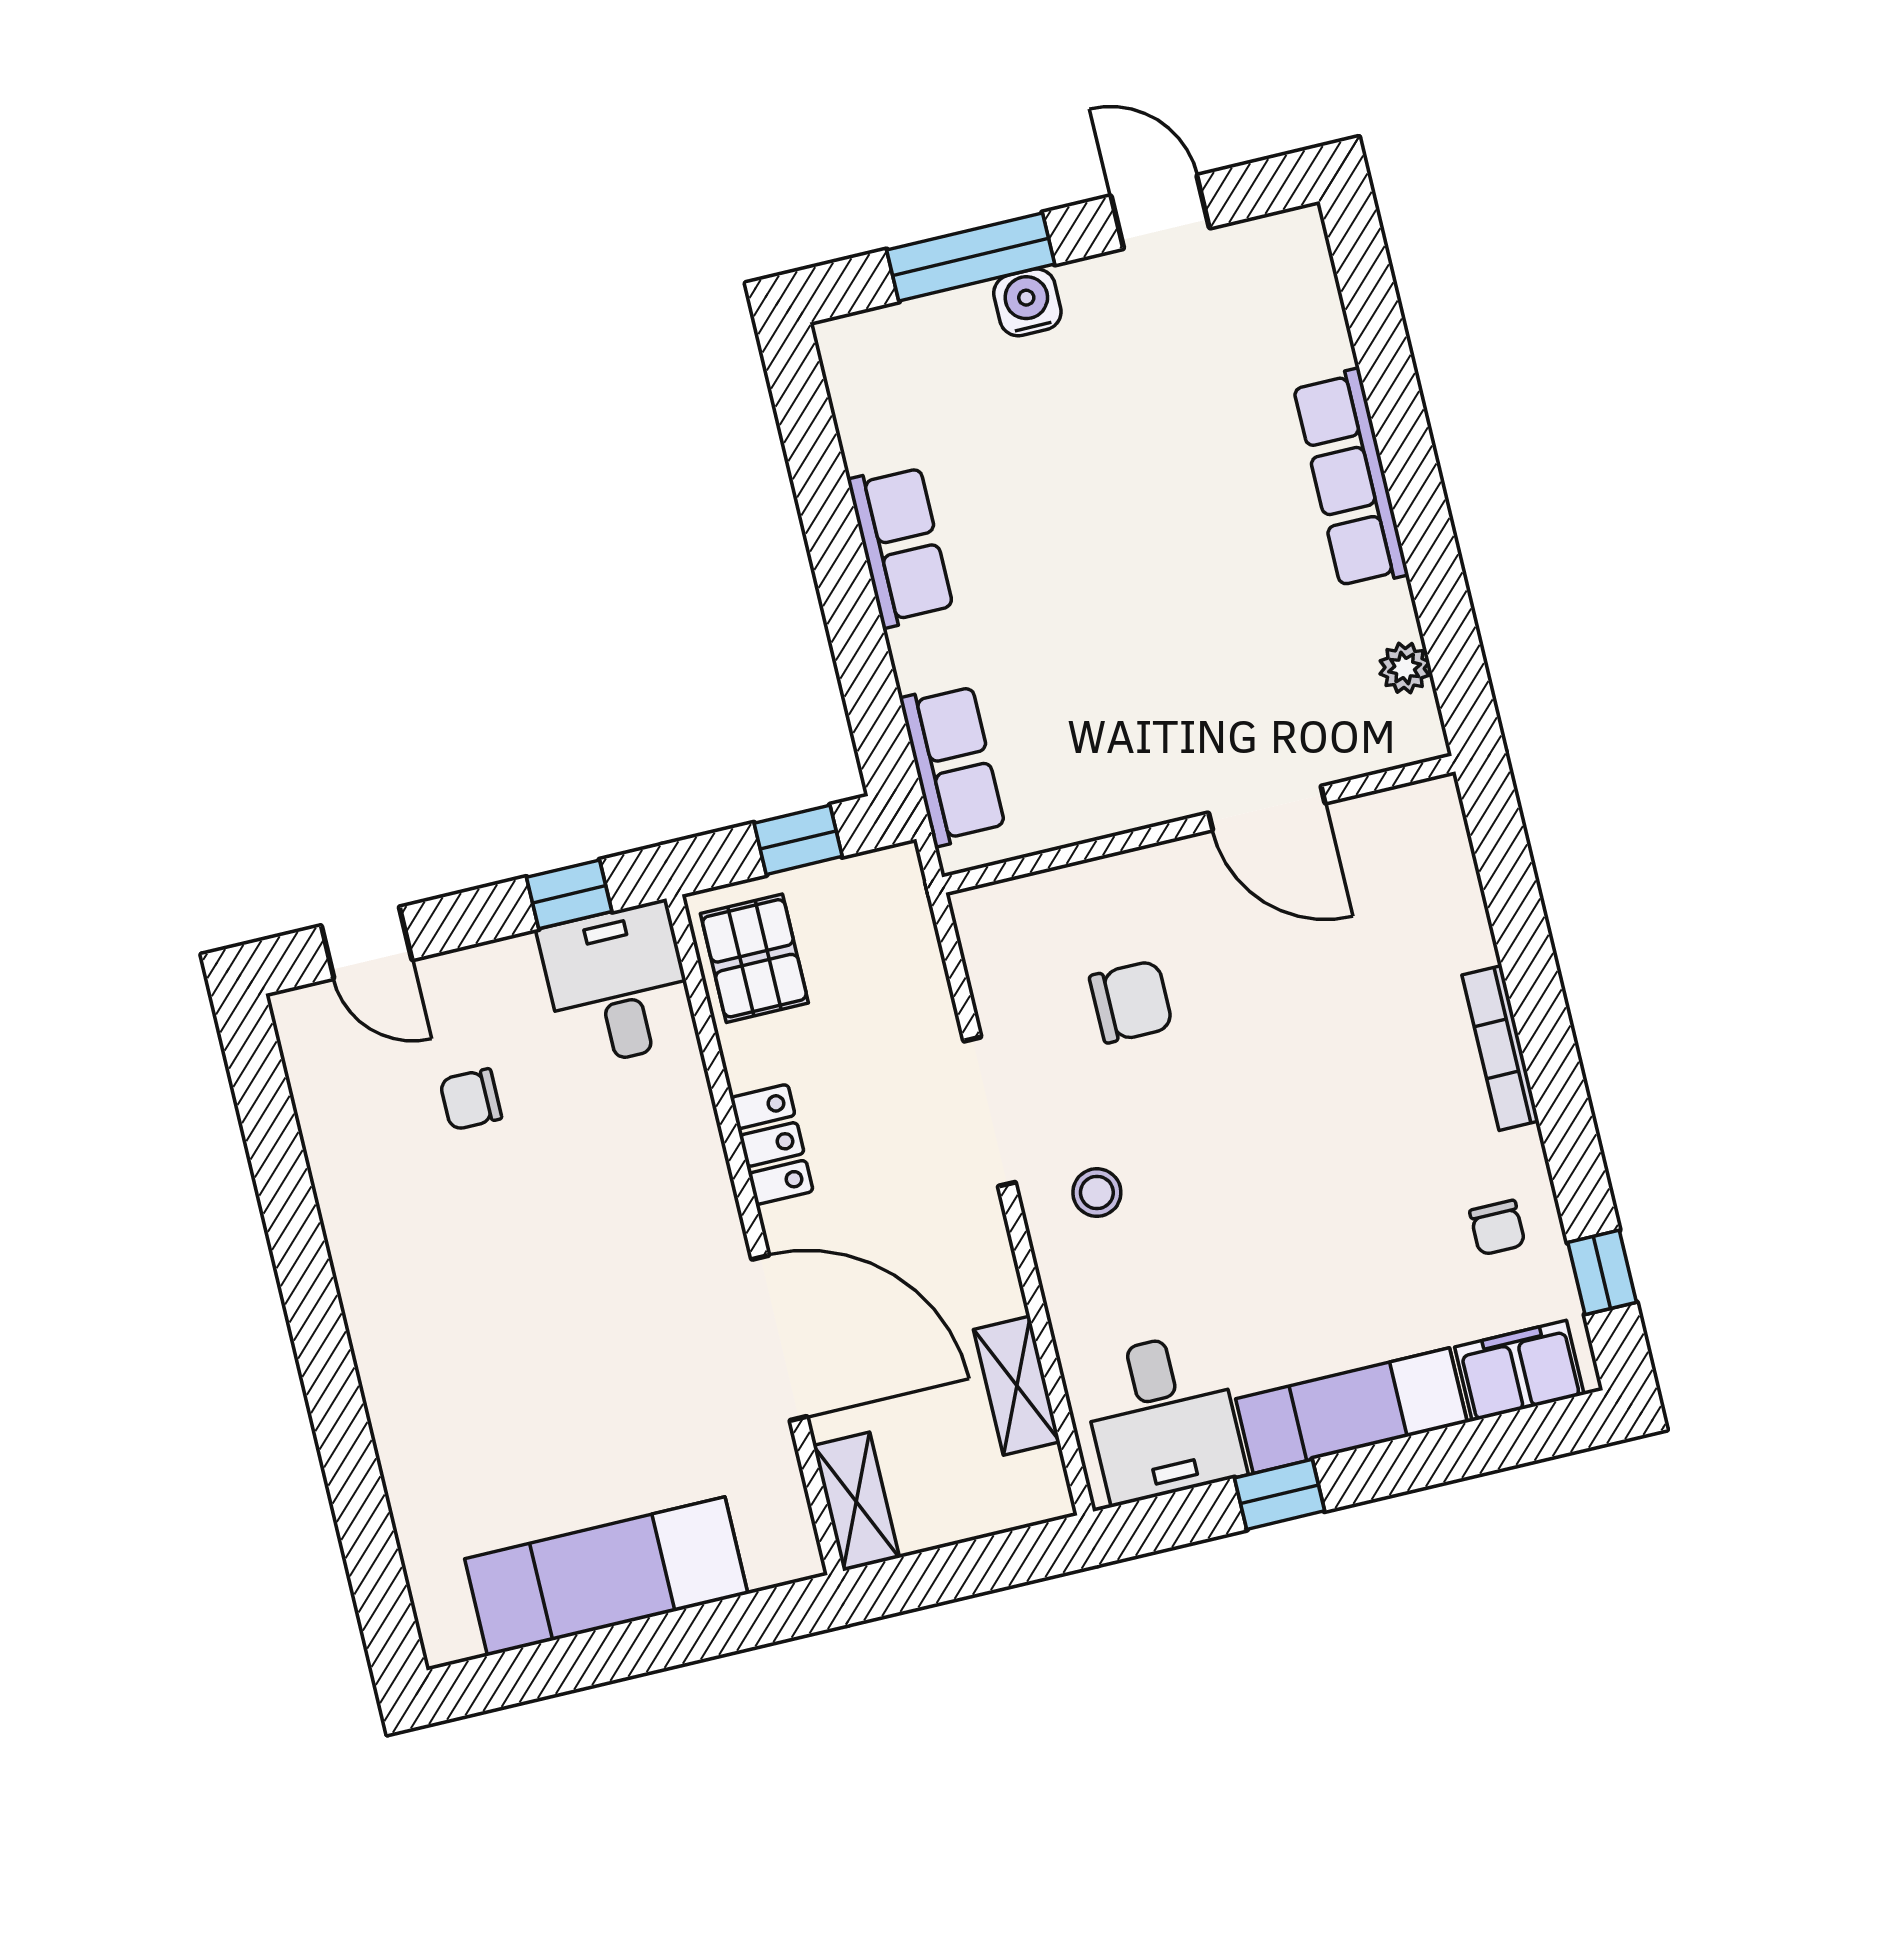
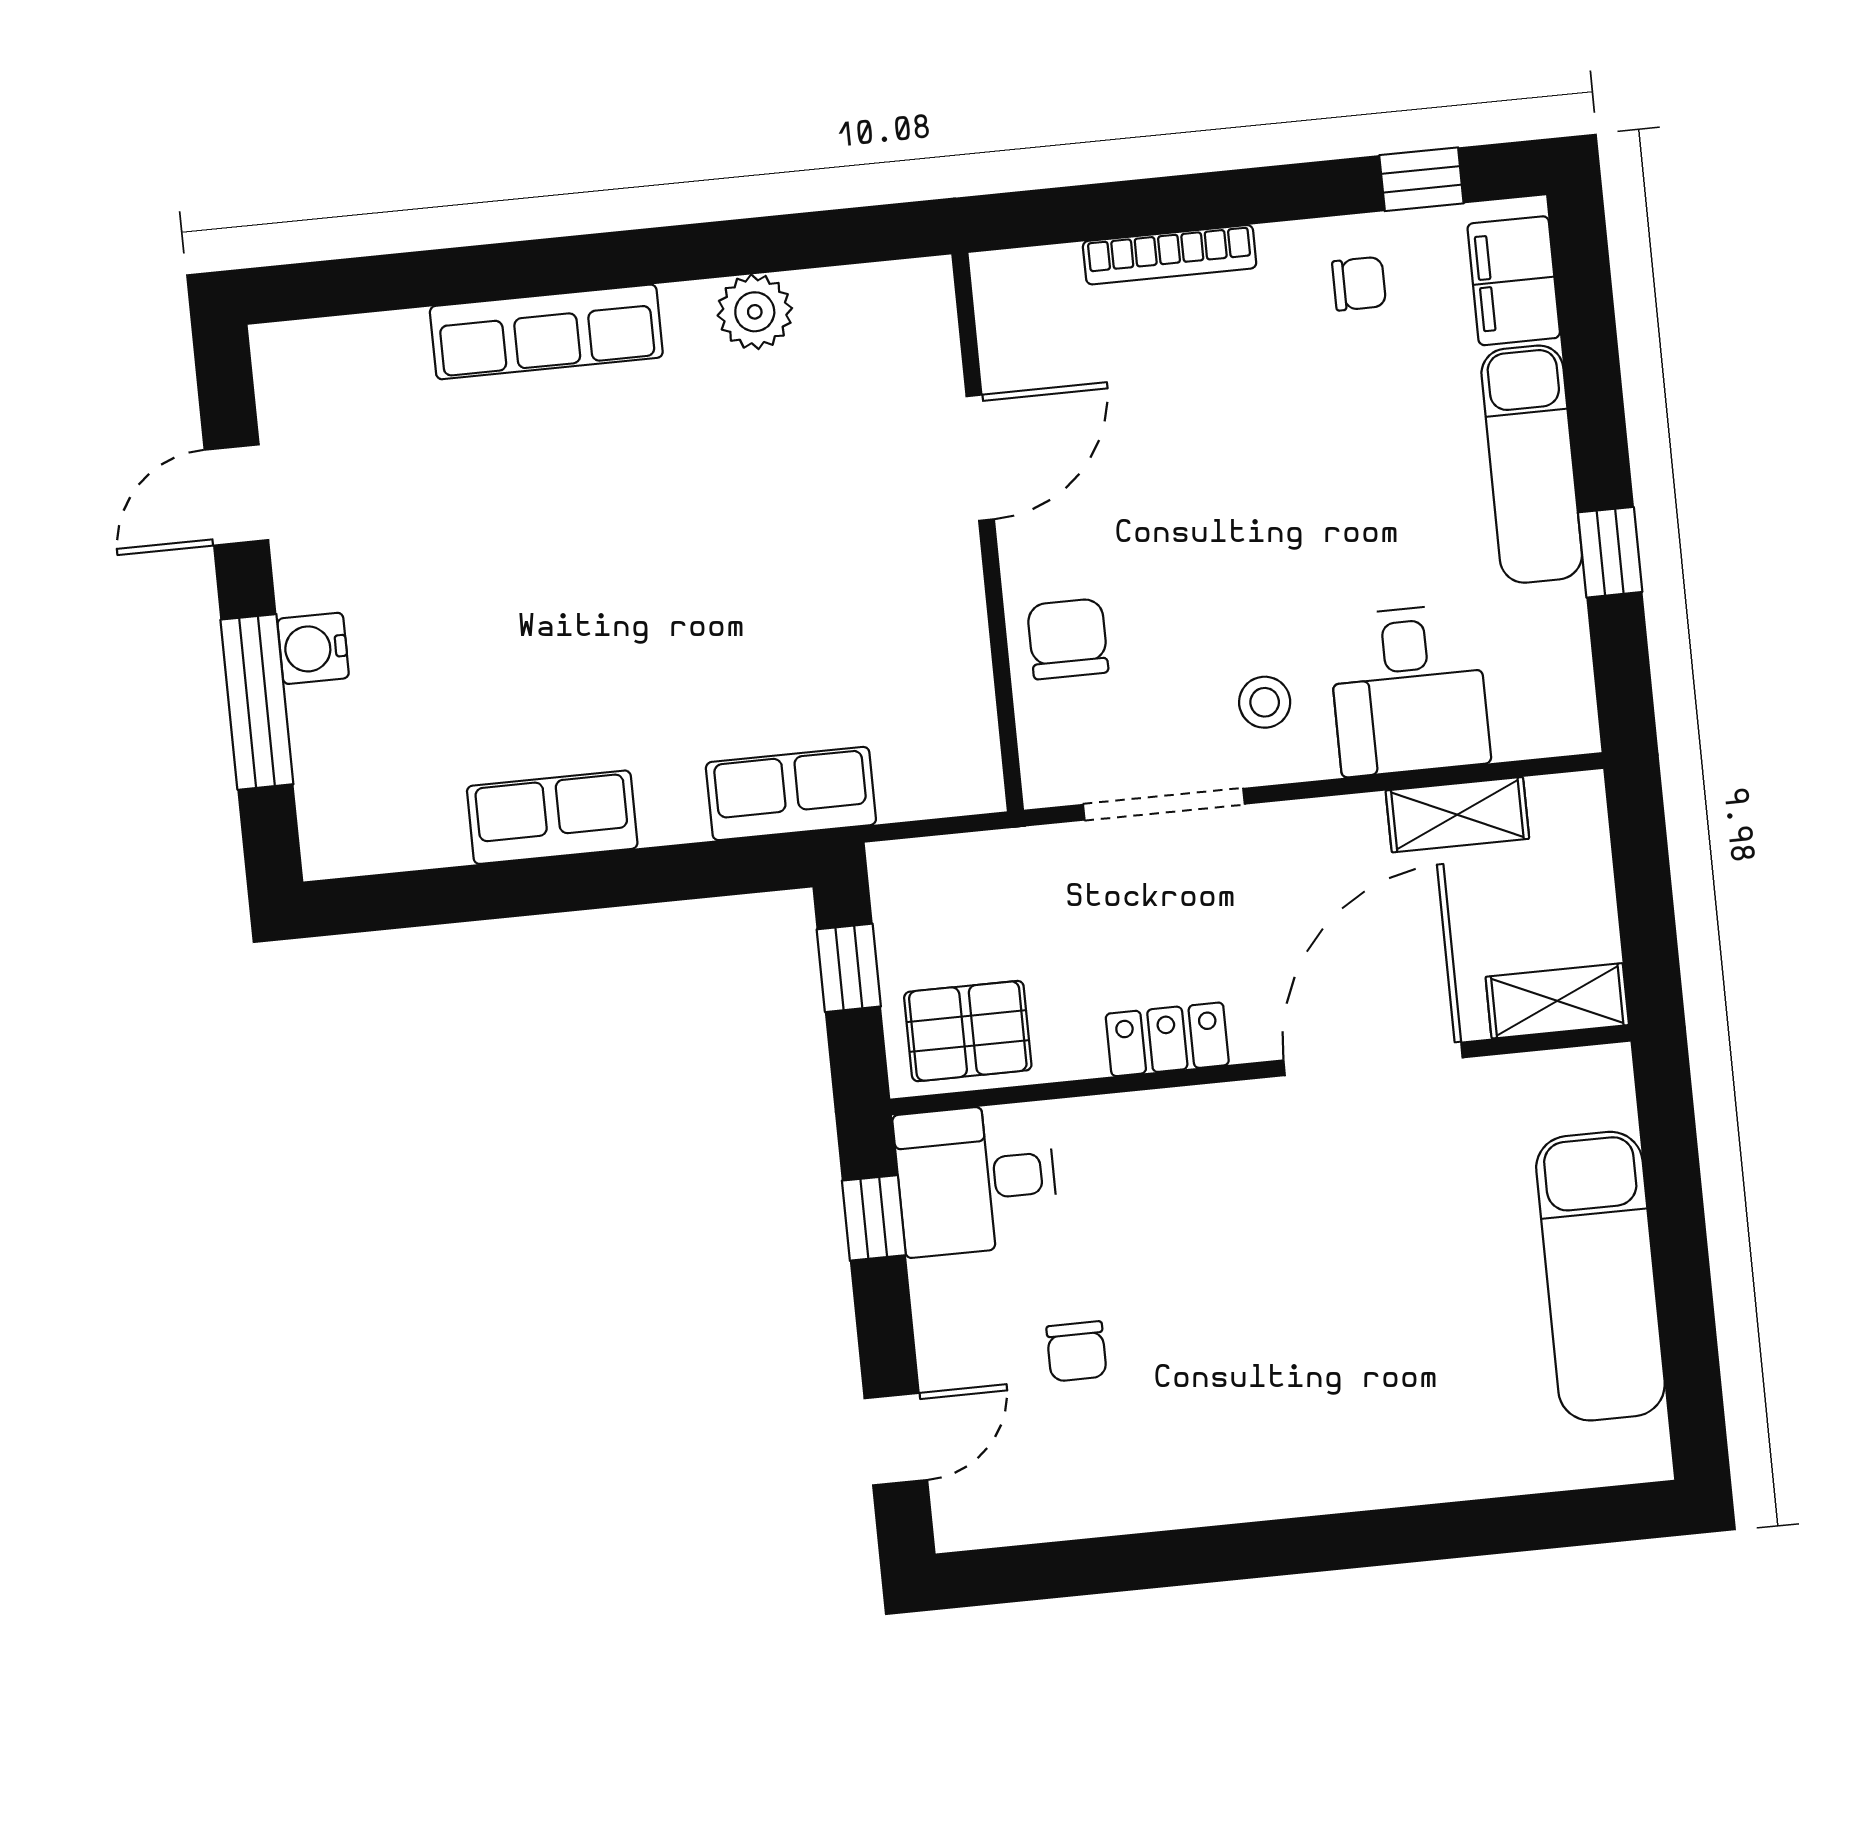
plant: (1405, 668) -> (755, 312), width x1.38, depth x1.38
door: (1267, 808) -> (980, 458), moved
wall: (1199, 824) -> (988, 532), moved
desk: (1162, 1417) -> (1409, 690), moved, turned 90

